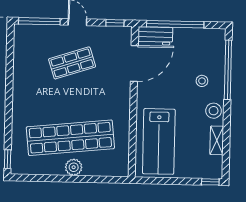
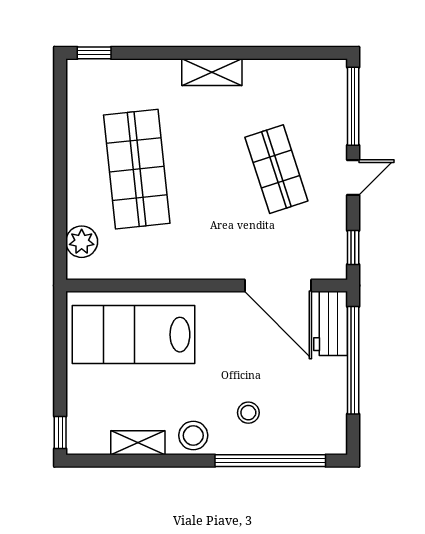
shelving: (19, 96) -> (212, 72), added
shop shelf: (70, 138) -> (137, 169), width x0.71
plant: (74, 167) -> (82, 242), moved

